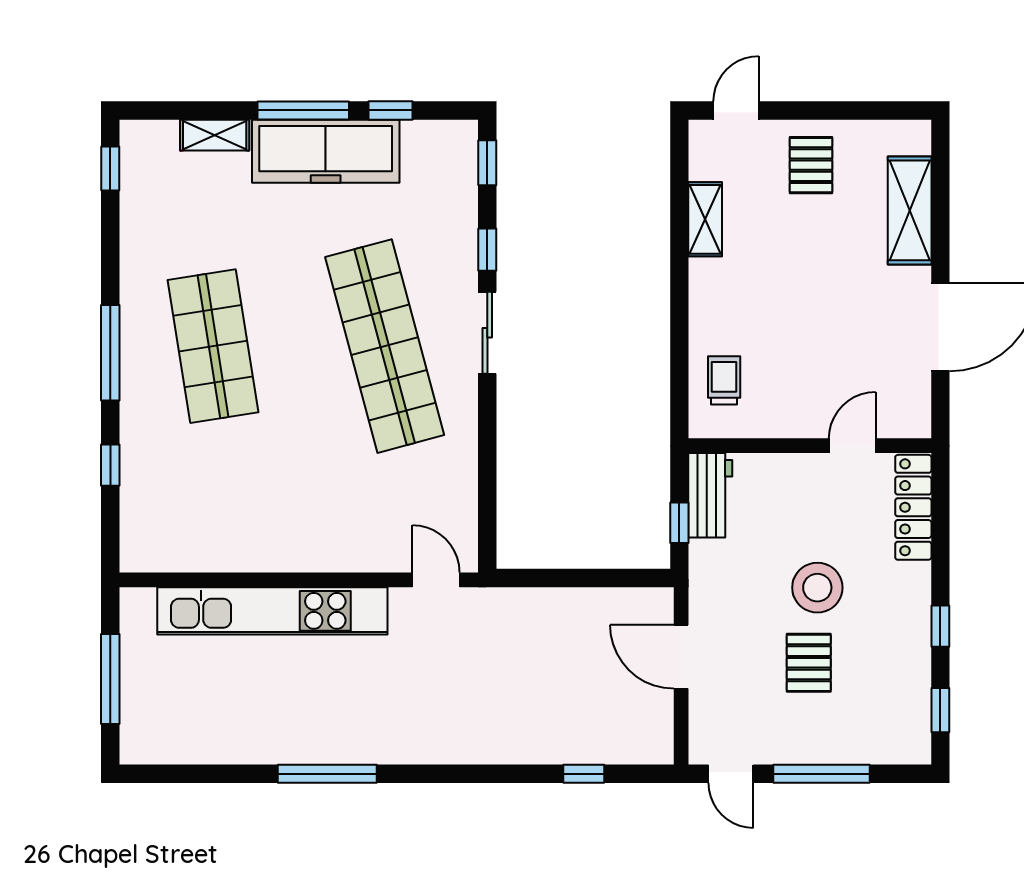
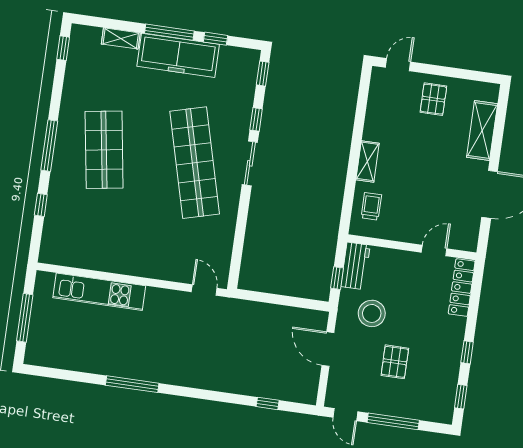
shelving: (705, 219) -> (367, 161), moved
stool: (817, 588) -> (372, 313), moved
kitchen unit: (272, 611) -> (99, 292), width x0.73

